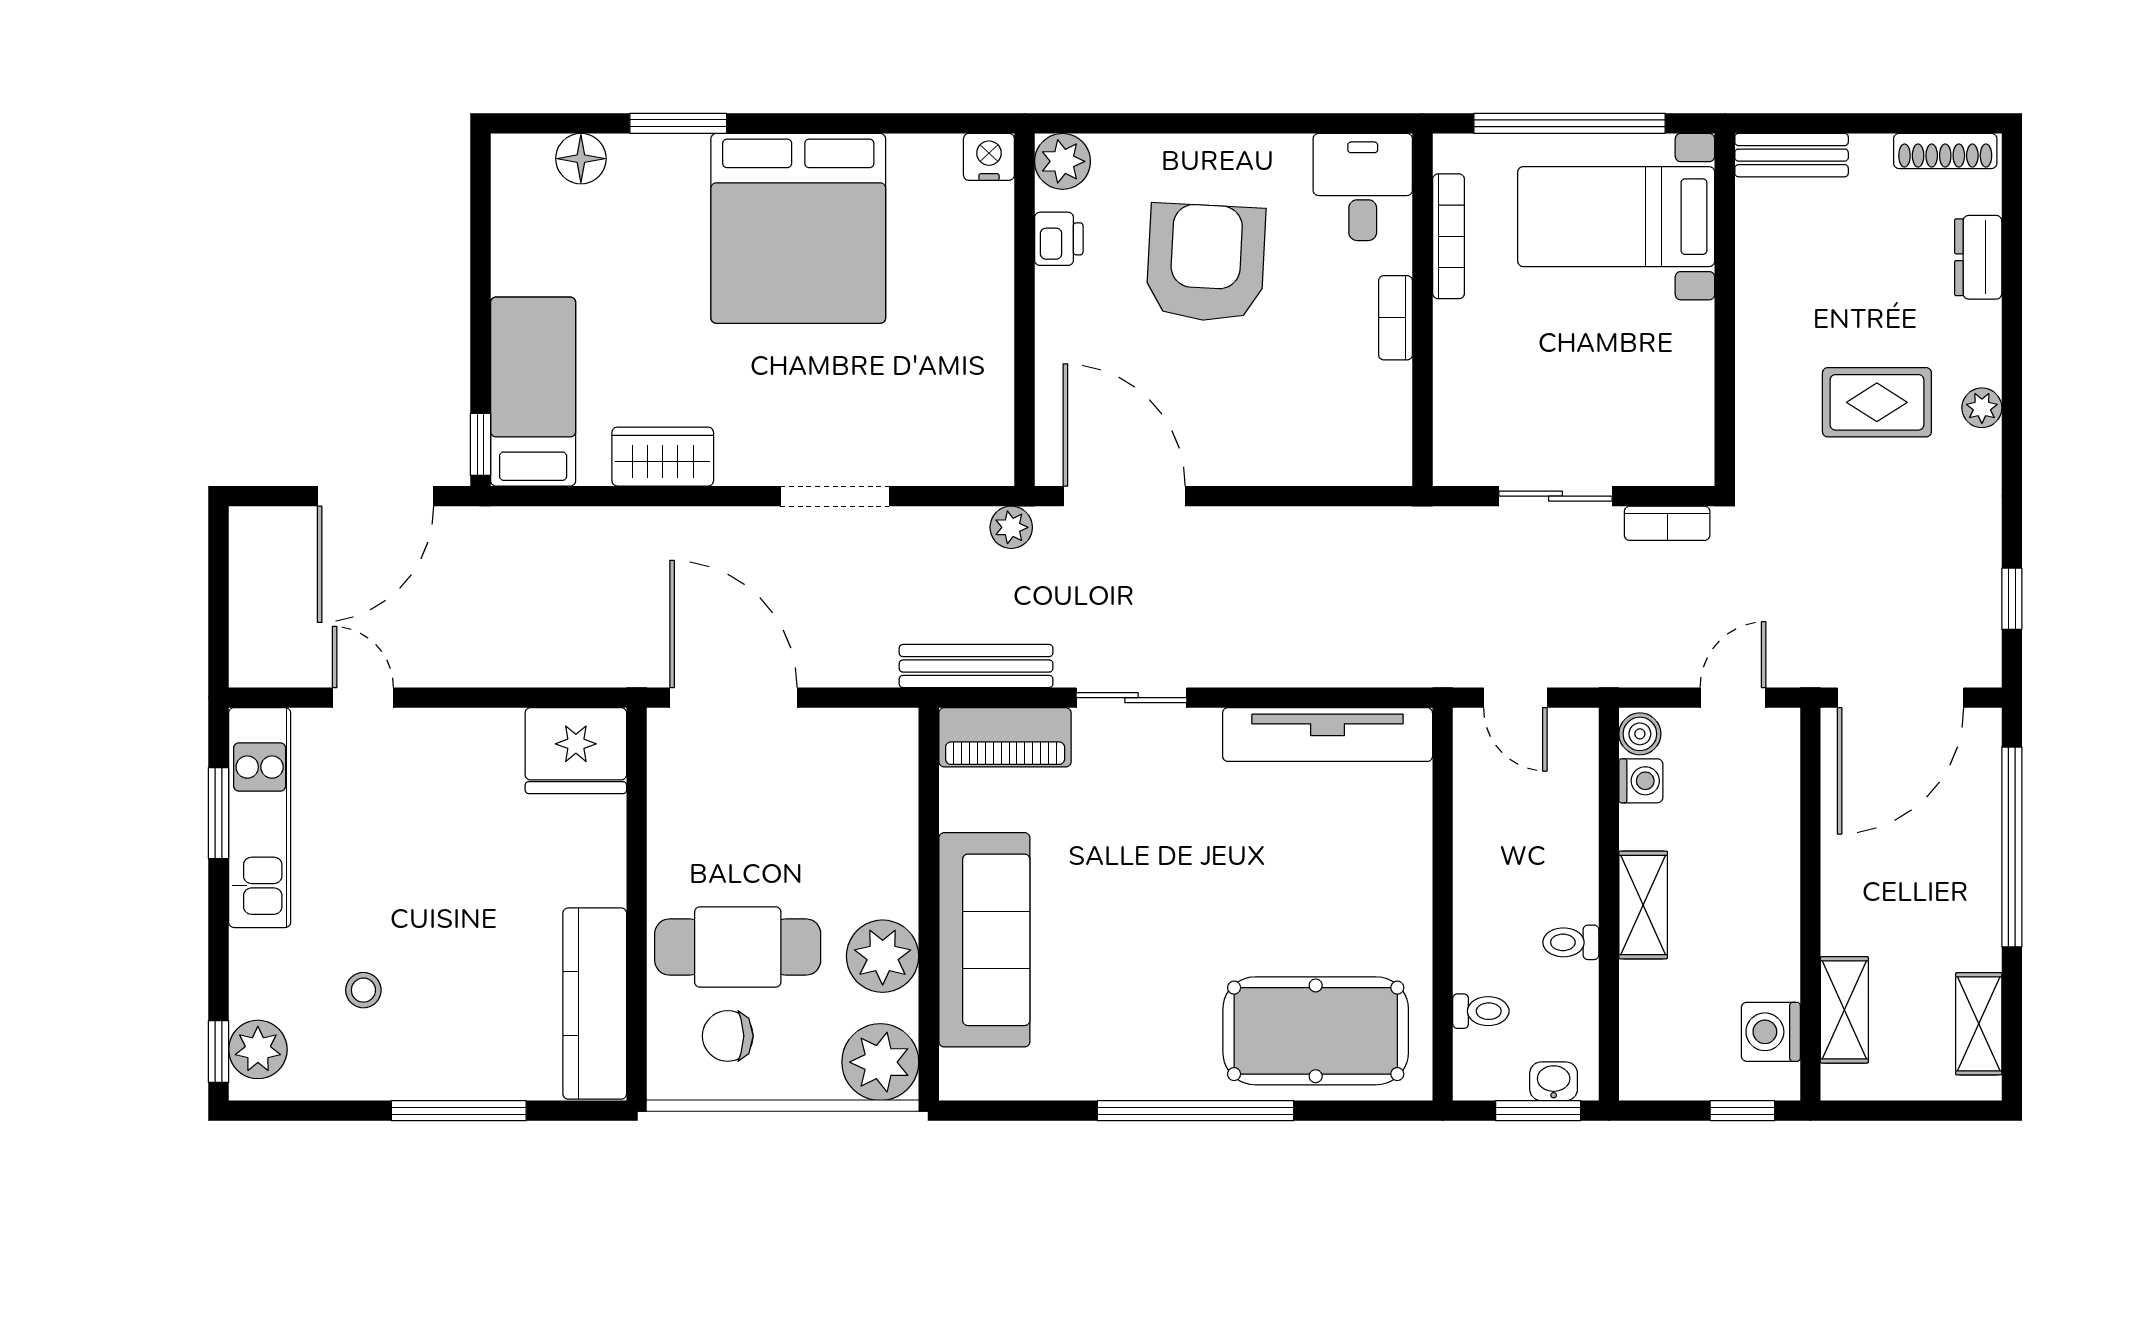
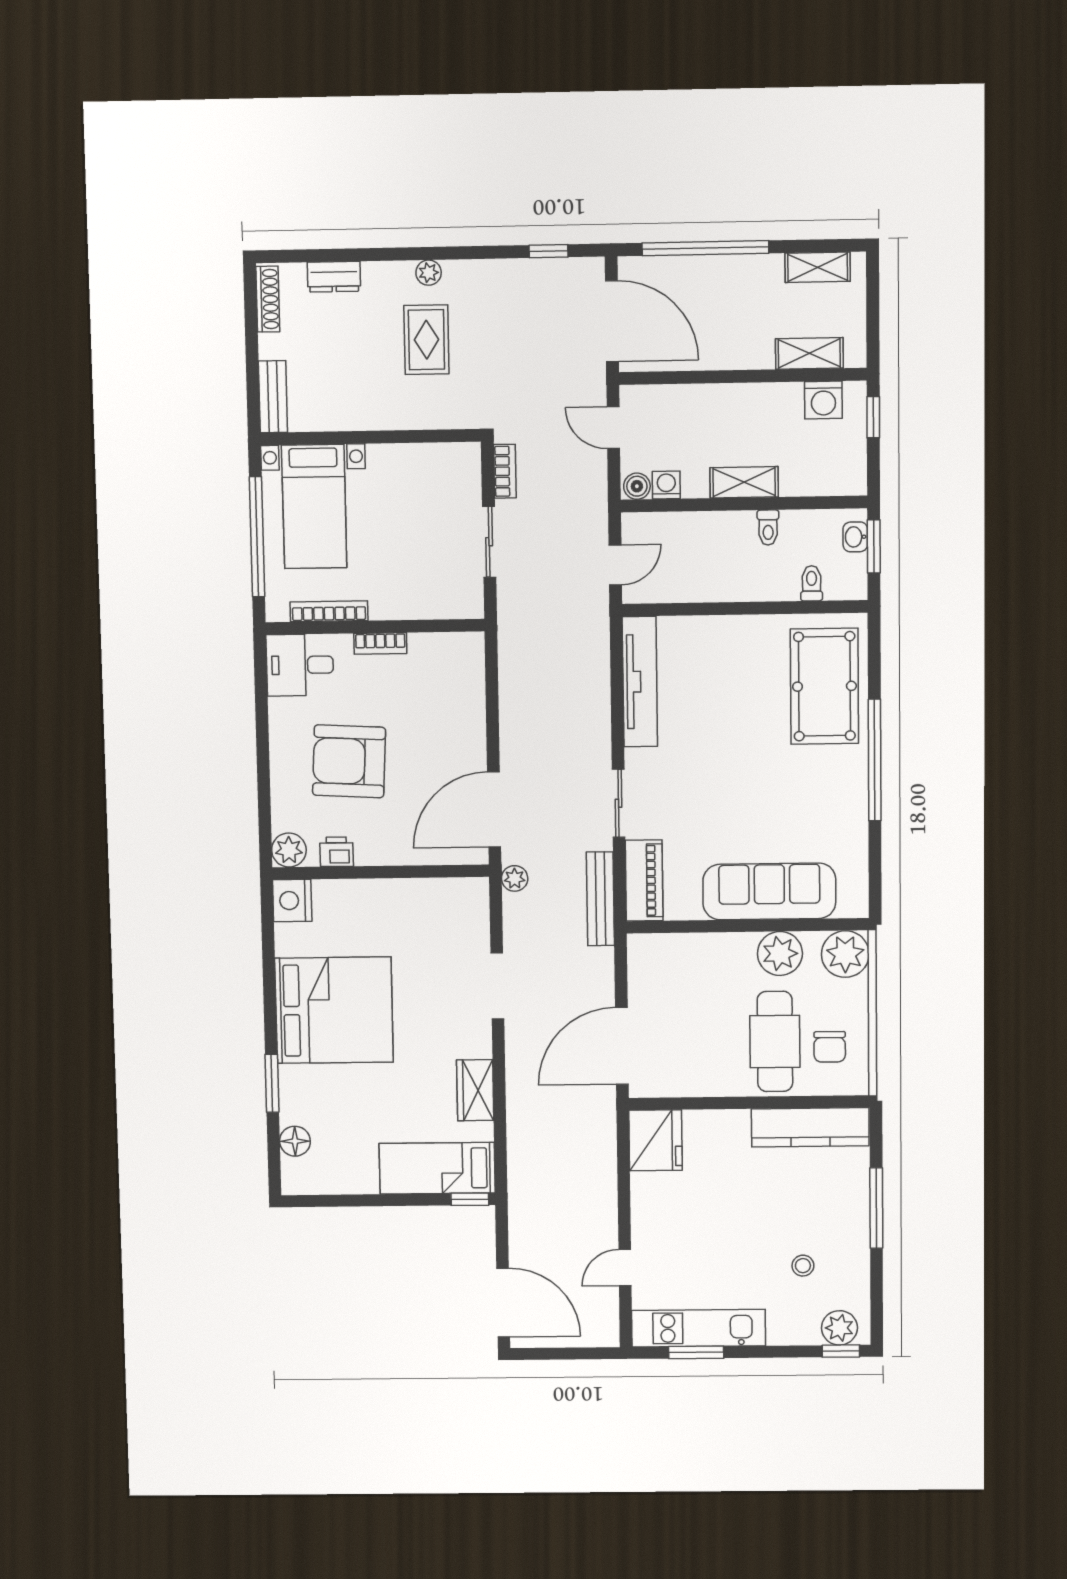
nightstand: (989, 157) -> (292, 901), width x1.36, depth x1.33
door: (375, 496) -> (503, 1303), moved

